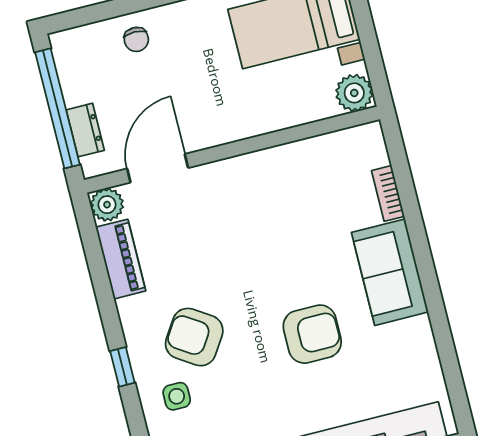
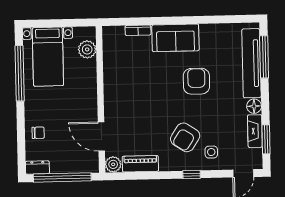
plant: (354, 93) -> (87, 49), moved
dresser: (85, 130) -> (37, 167), moved

